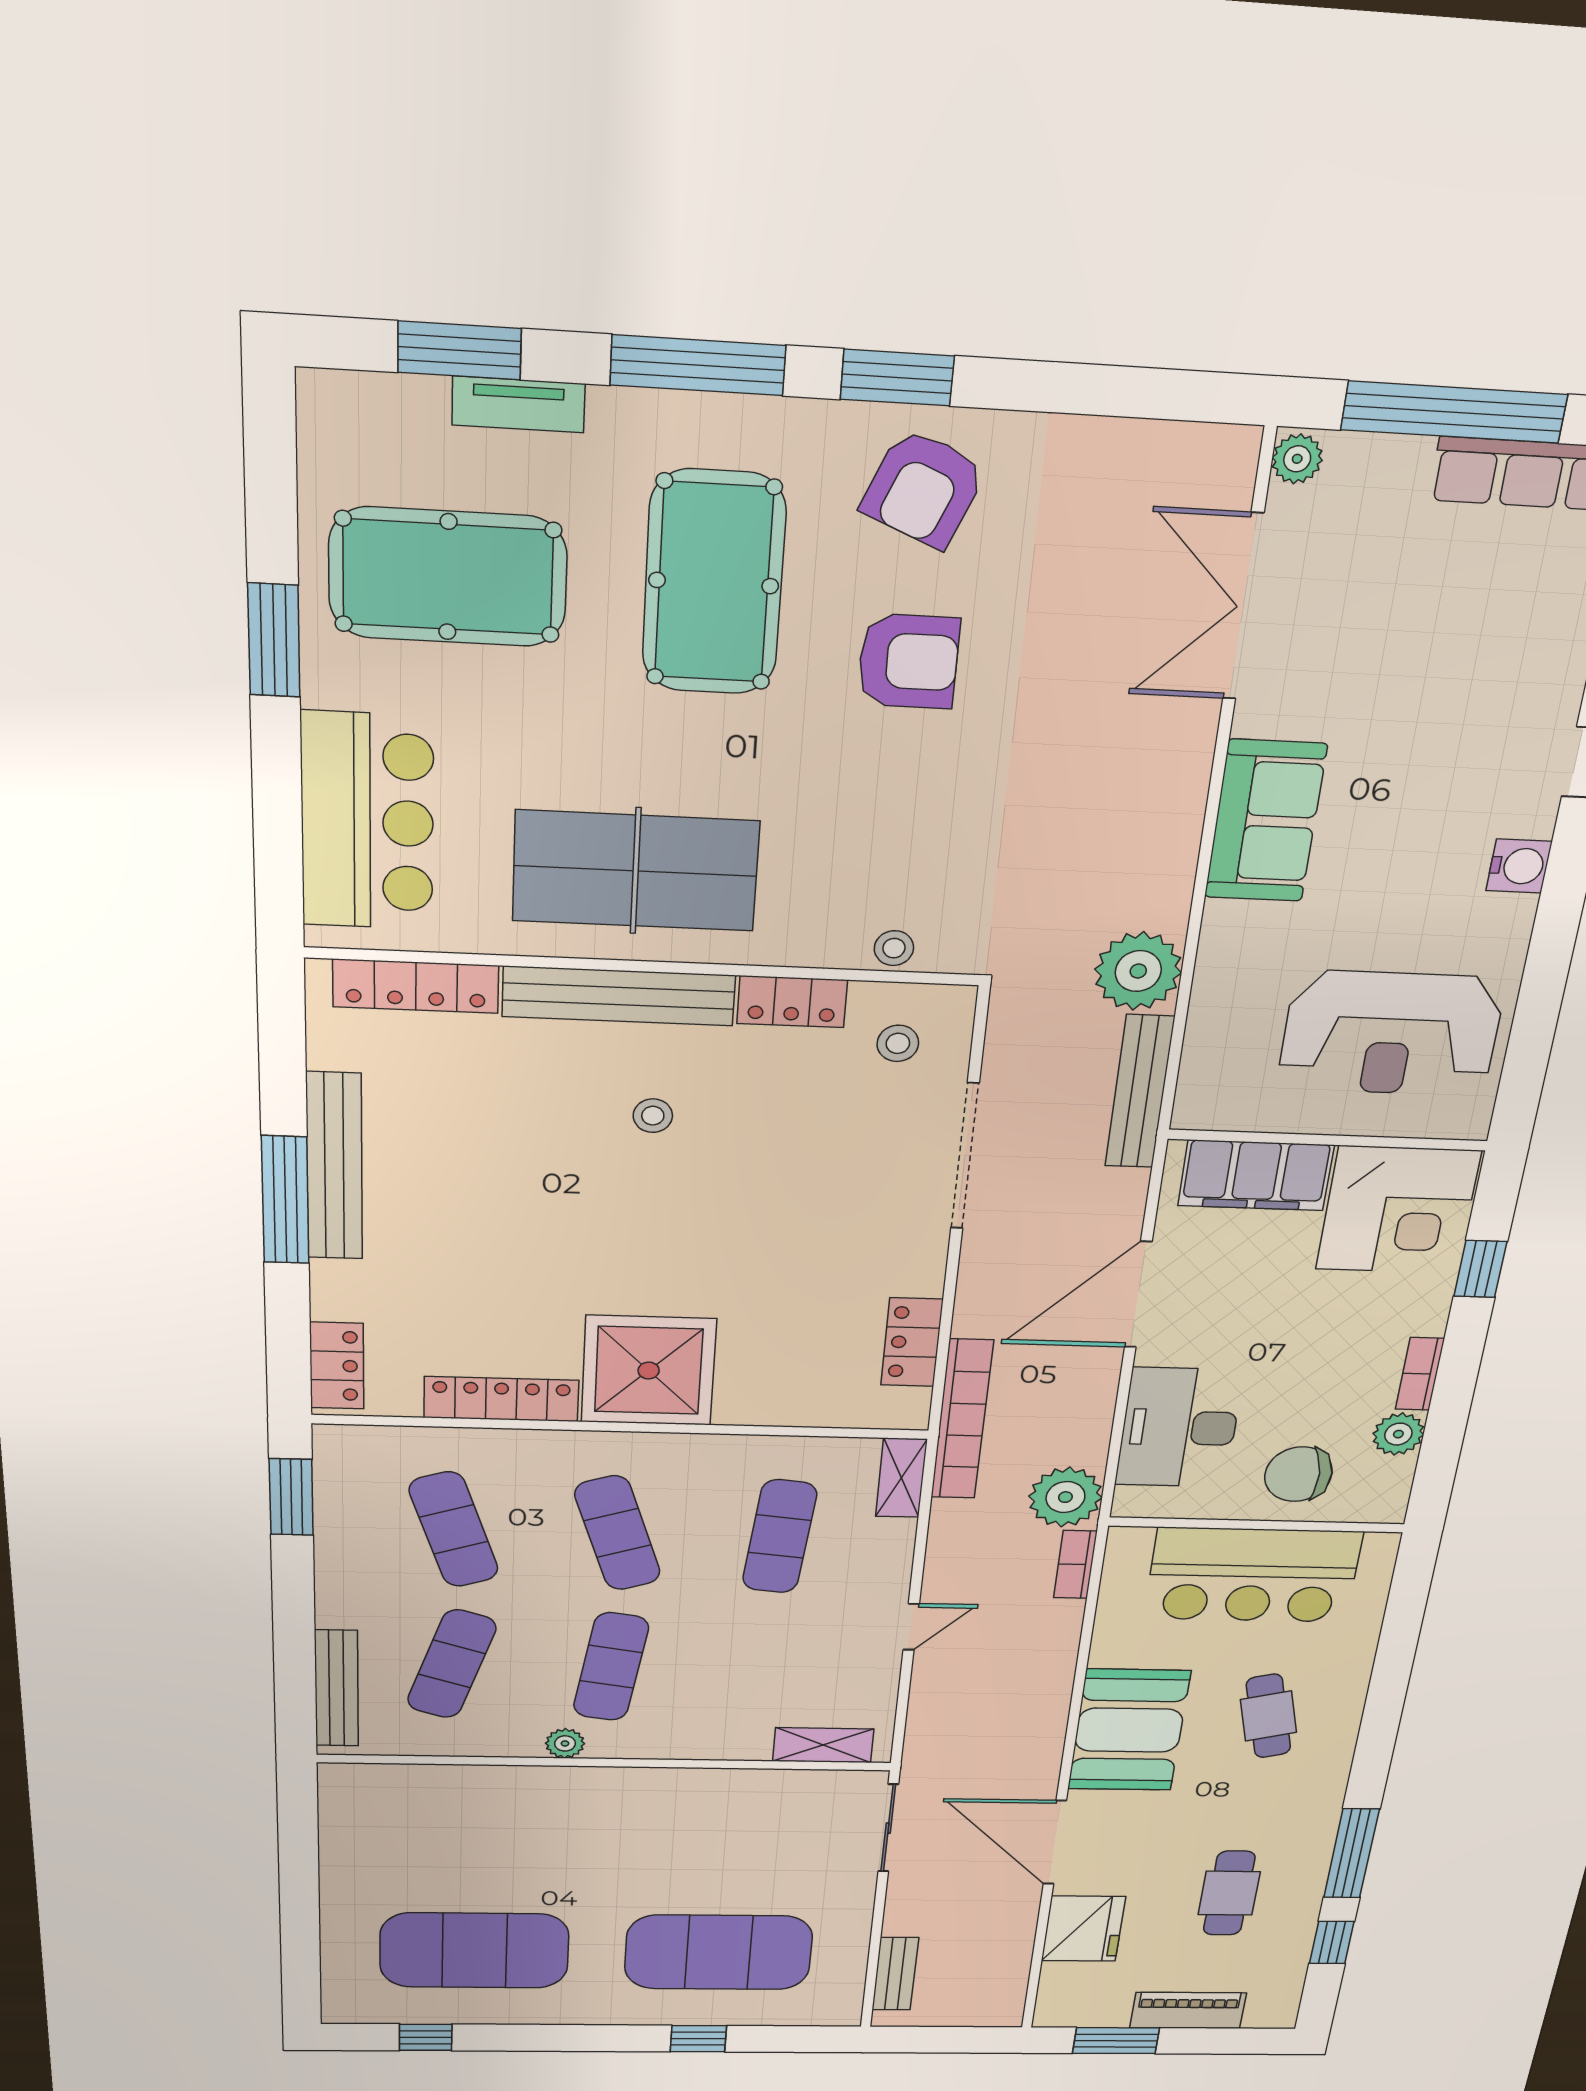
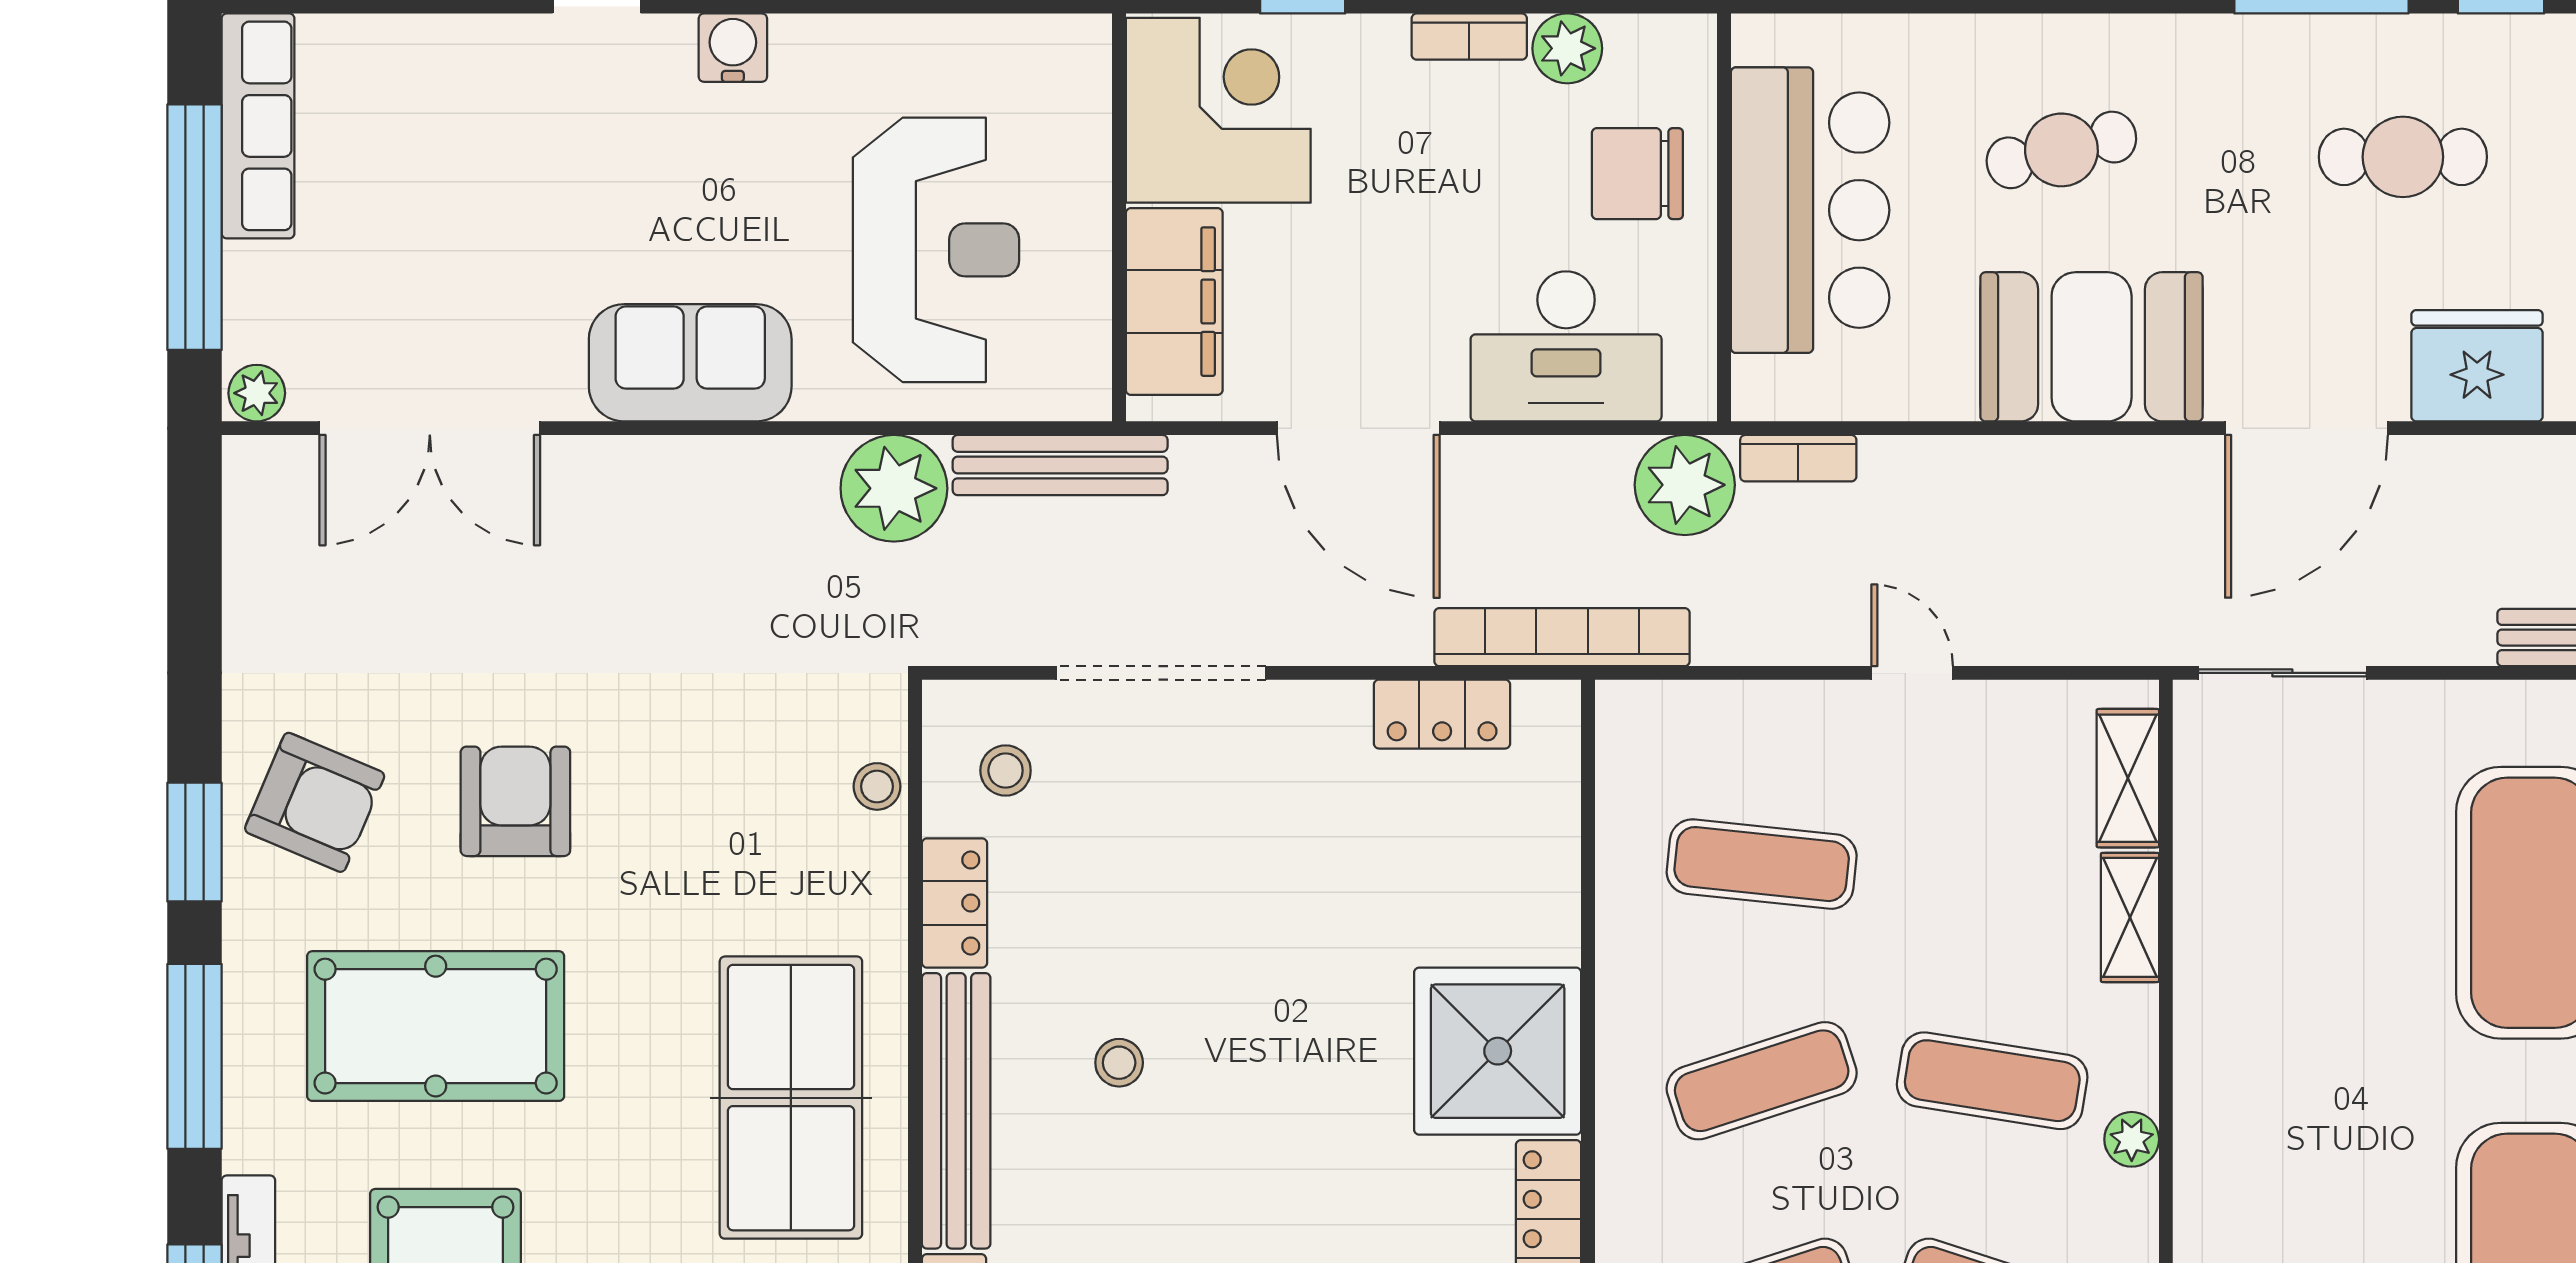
reception desk: (1391, 1033) -> (936, 250), moved
chair: (1298, 1474) -> (1637, 174), turned 94
shelving: (901, 1478) -> (2130, 917), moved, turned 90

